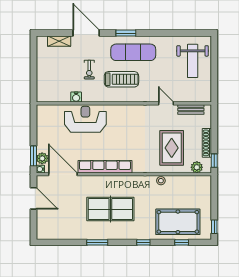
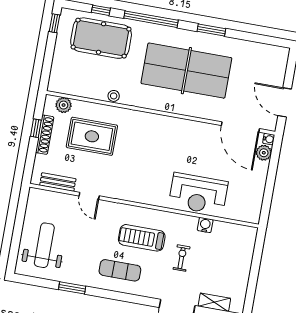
window: (126, 33) -> (72, 288), moved
exercise mat: (133, 52) -> (120, 270), width x0.73, depth x0.69
rug: (172, 148) -> (92, 136), turned 90
window: (34, 156) -> (275, 158), removed
window: (214, 161) -> (36, 128), moved
row of seats: (105, 167) -> (184, 127), removed
table tennis table: (110, 209) -> (186, 71), width x1.36, depth x1.32
window: (143, 242) -> (151, 19), width x3.17

